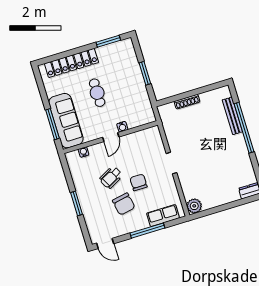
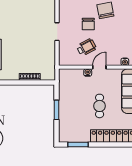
wheelchair: (111, 177) -> (86, 47), moved

